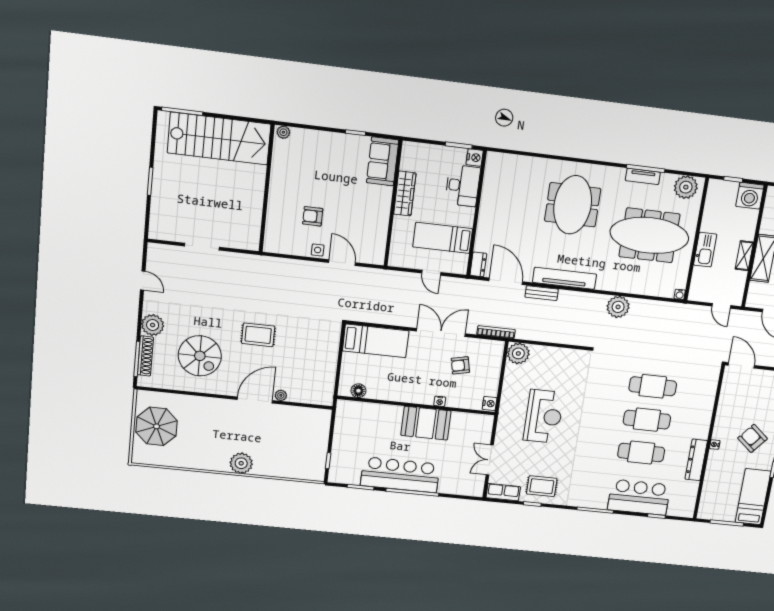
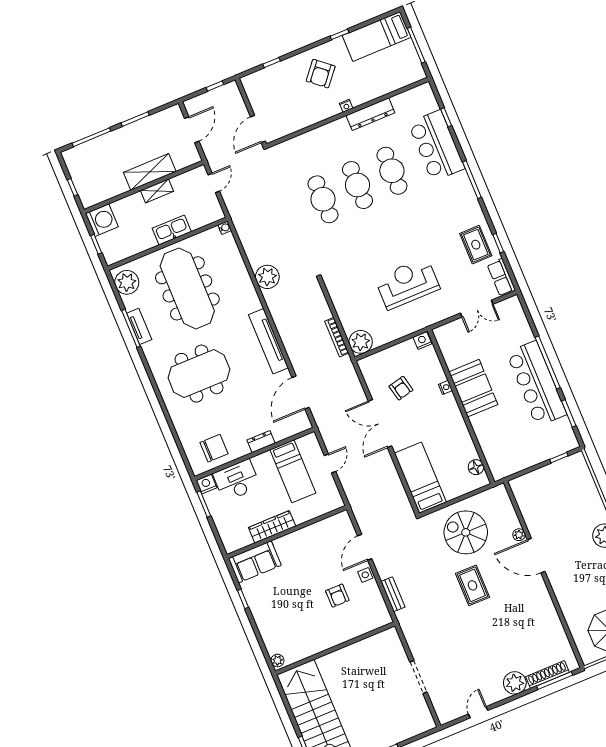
chair: (502, 182) -> (214, 448), added
dresser: (478, 264) -> (261, 442), moved
bench: (542, 293) -> (393, 594), moved
bookcase: (496, 332) -> (337, 337), moved
spiral stairs: (200, 356) -> (466, 532), moved, turned -90

